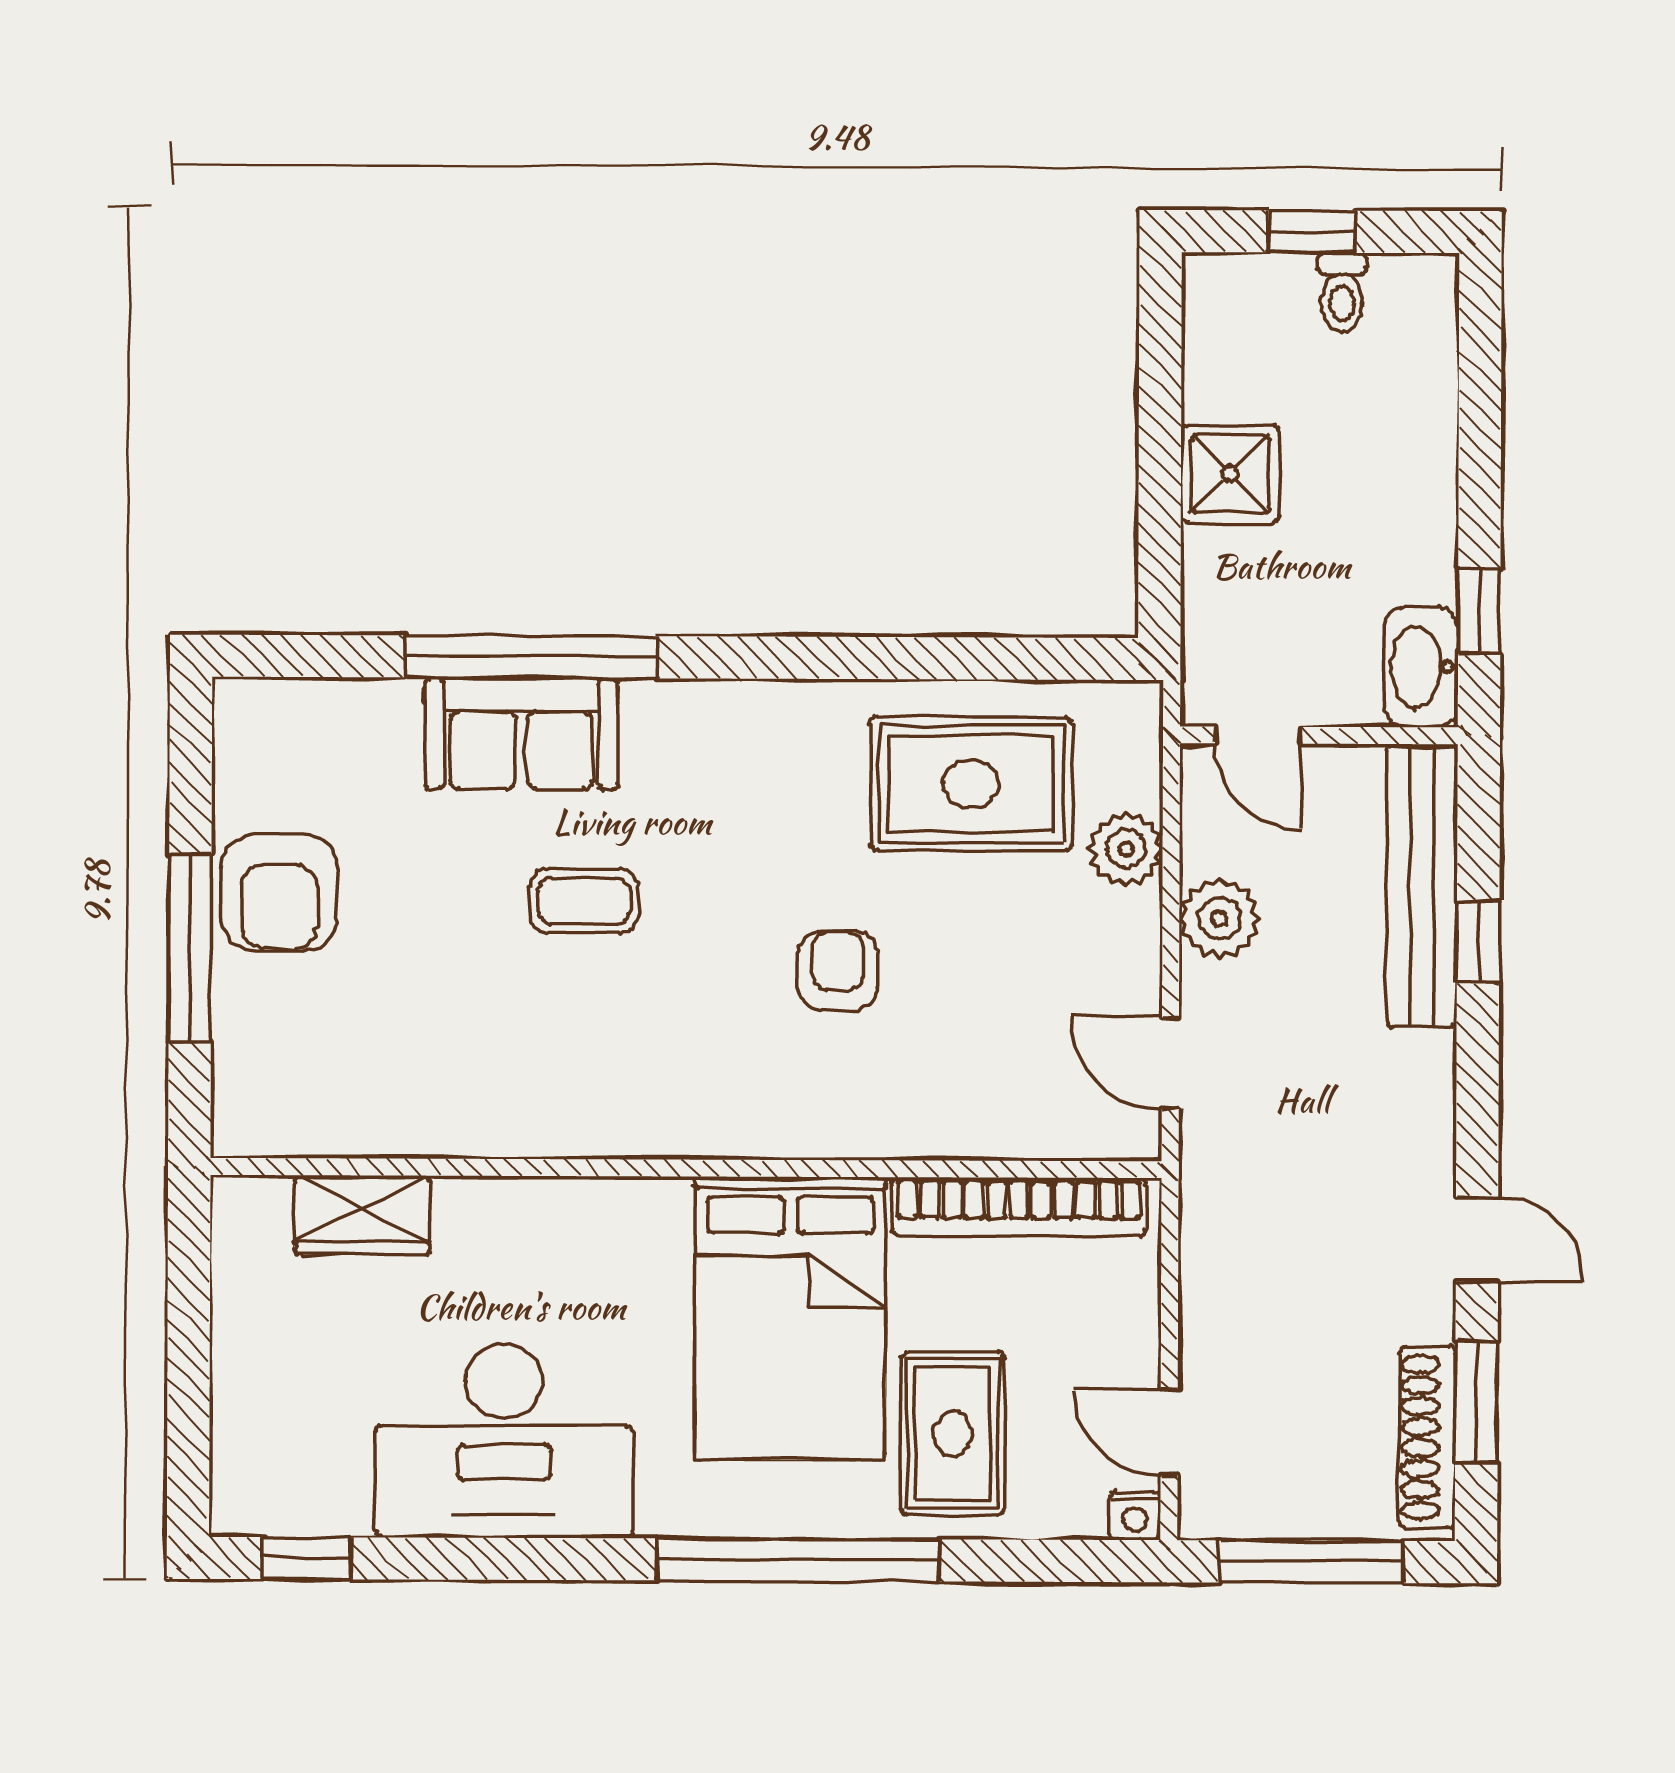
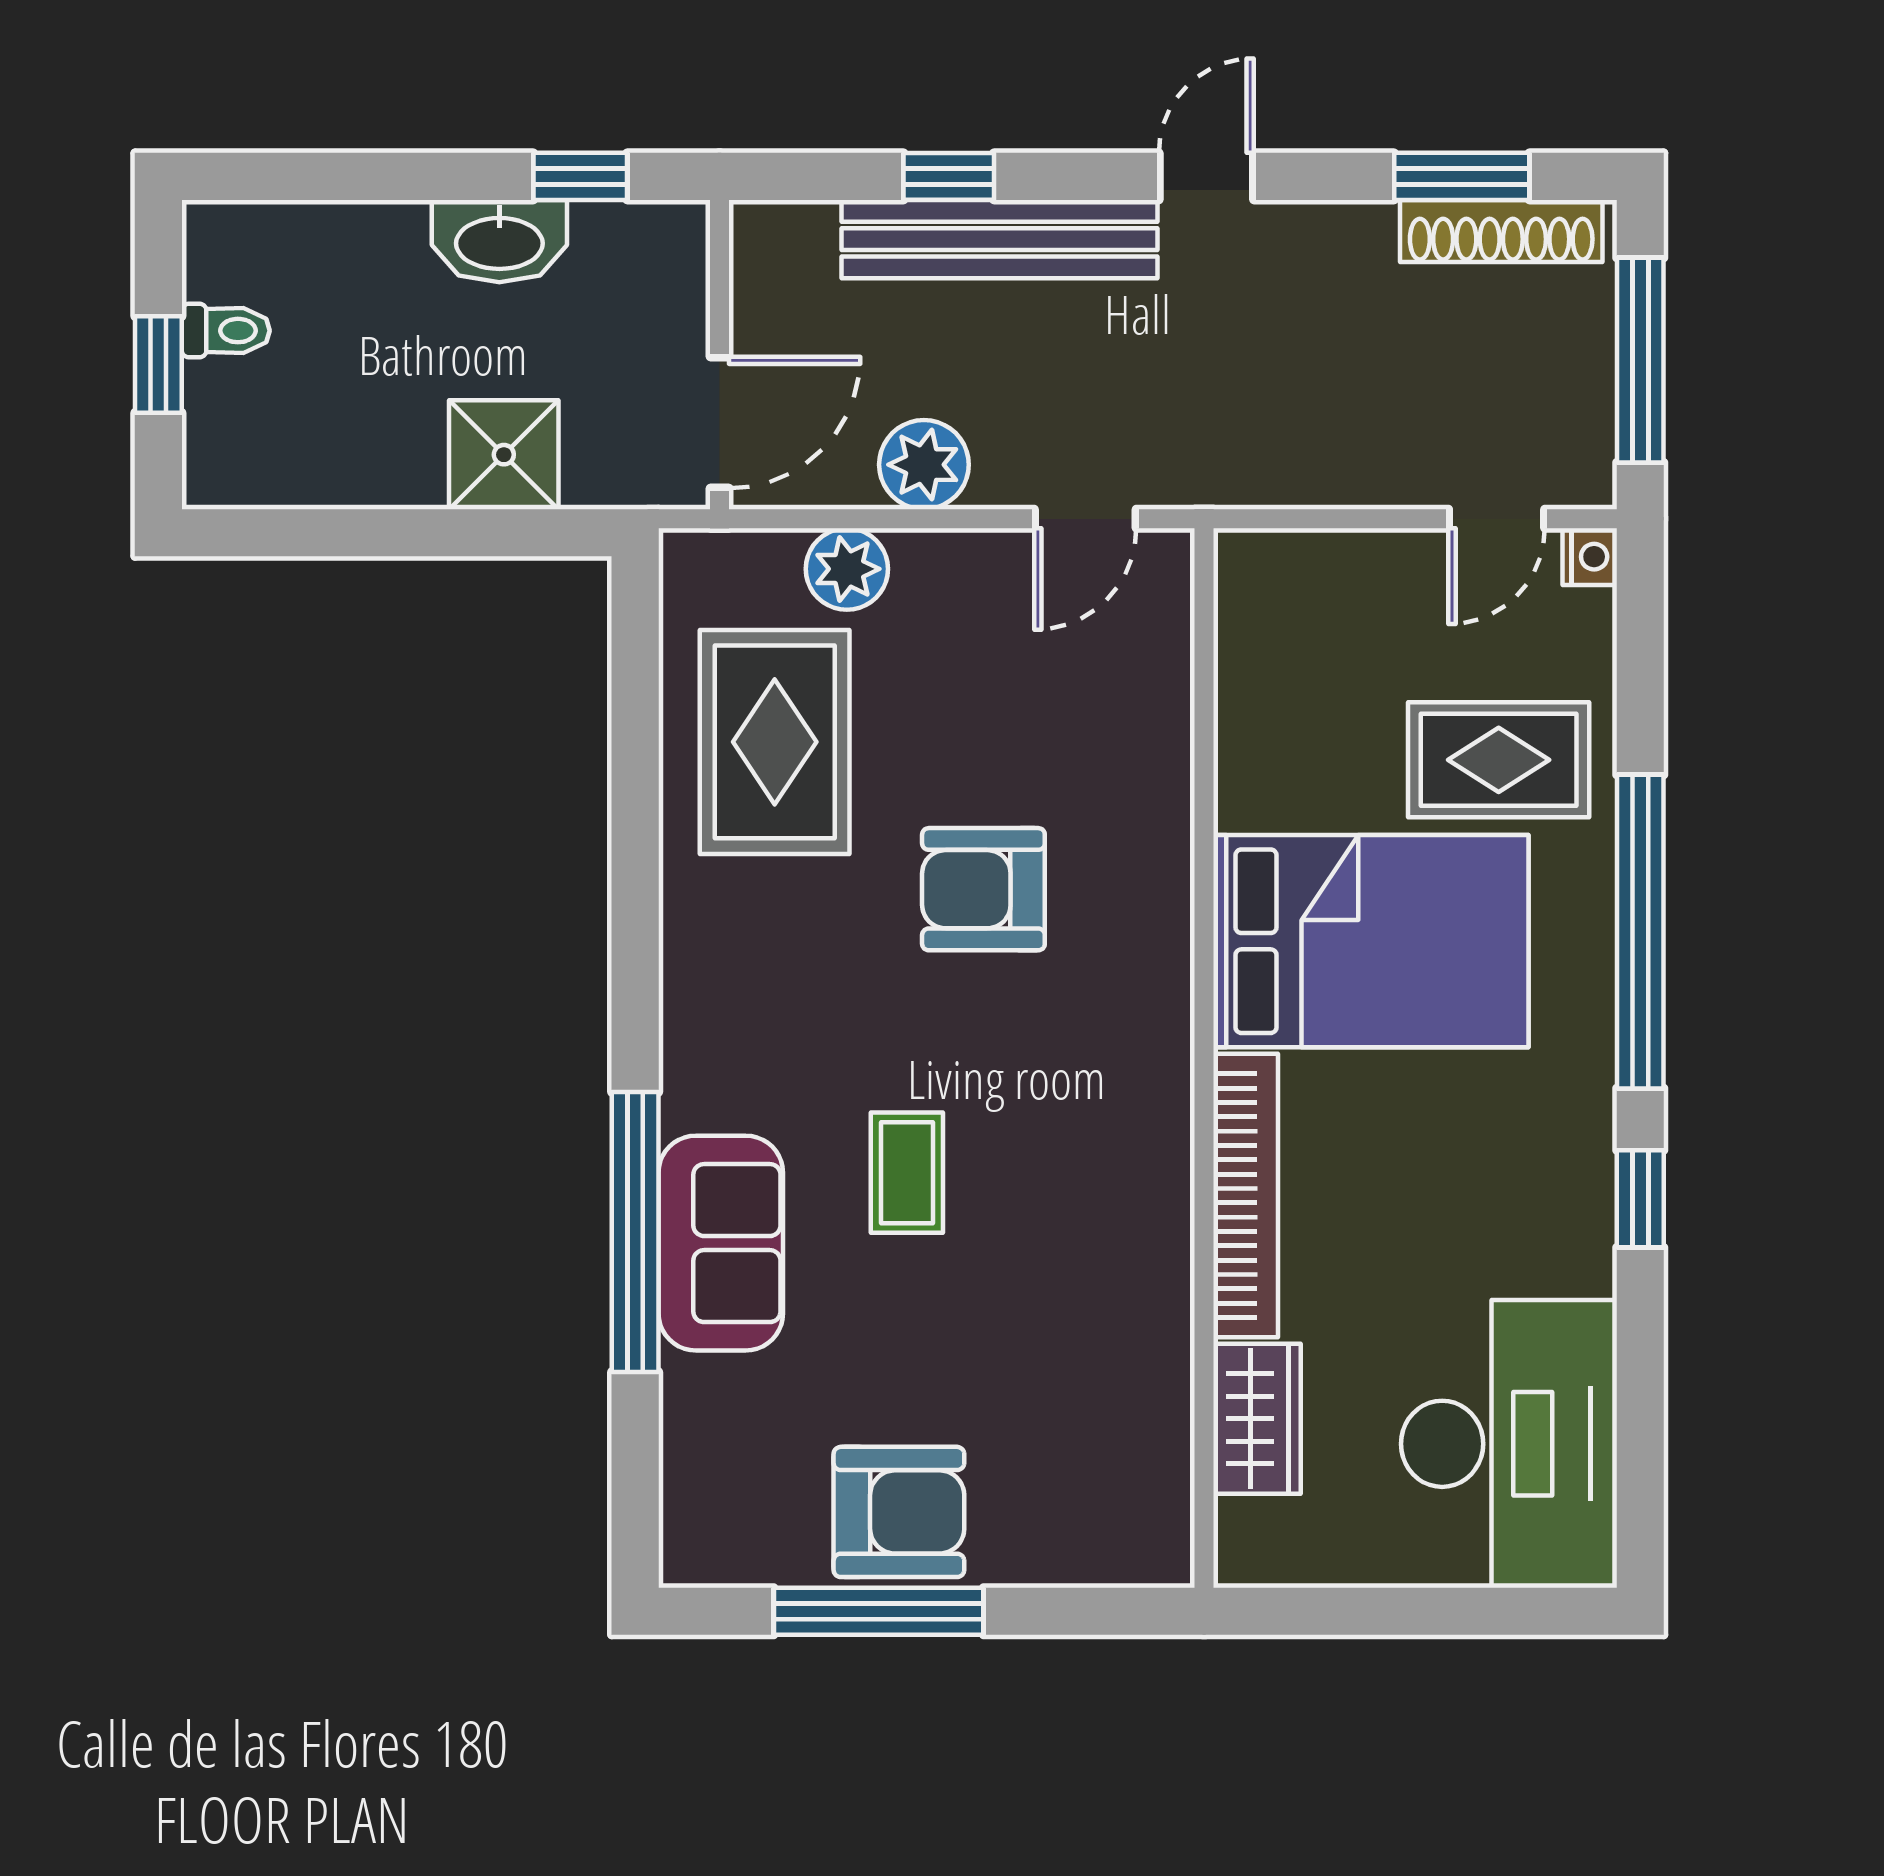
shower: (1230, 474) -> (504, 455), moved
washbasin: (1421, 667) -> (499, 241), moved
door: (1258, 735) -> (720, 422), width x1.38
bench: (1422, 886) -> (1000, 239), moved
window: (190, 948) -> (879, 1611), moved
armchair: (838, 971) -> (983, 889), width x1.38, depth x1.38
bookcase: (1019, 1207) -> (1246, 1196), moved
door: (1477, 1239) -> (1206, 176), moved
desk: (504, 1441) -> (1509, 1444), moved
window: (307, 1558) -> (1640, 1199), moved

